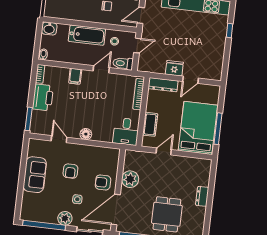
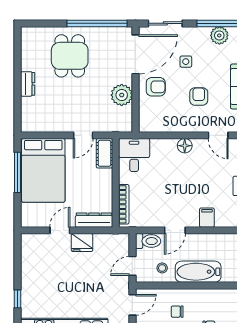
cot: (150, 124) -> (104, 153), moved
plant: (65, 218) -> (219, 35), moved

